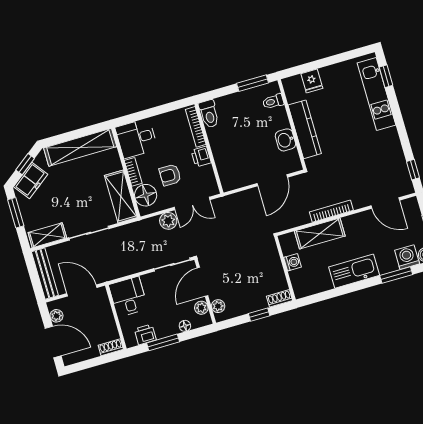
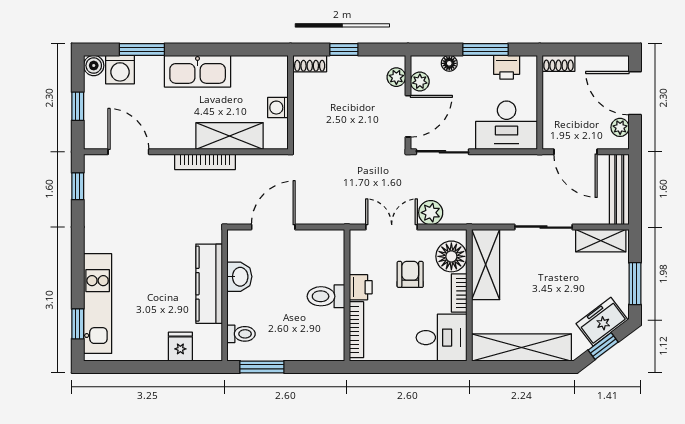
toilet: (209, 114) -> (326, 296), moved, turned -90
armchair: (170, 175) -> (410, 274), turned -90
desk: (128, 297) -> (507, 125), width x1.37

